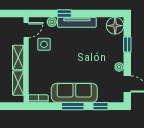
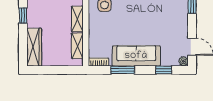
plant: (119, 67) -> (183, 61), moved
window: (73, 106) -> (123, 70), moved

